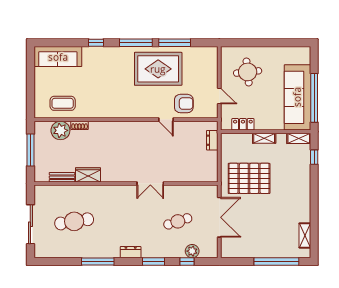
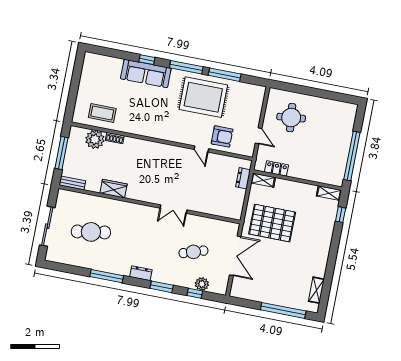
sofa: (58, 57) -> (146, 73), moved
sofa: (297, 97) -> (336, 152), removed
shelving: (264, 138) -> (263, 180), moved
bench: (62, 177) -> (72, 183), moved

